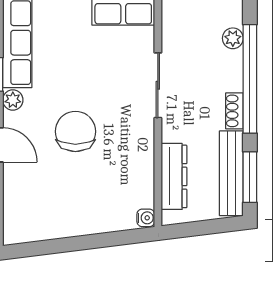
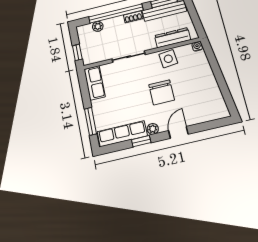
chair: (75, 131) -> (162, 92), turned -90
side table: (135, 159) -> (168, 59), added

